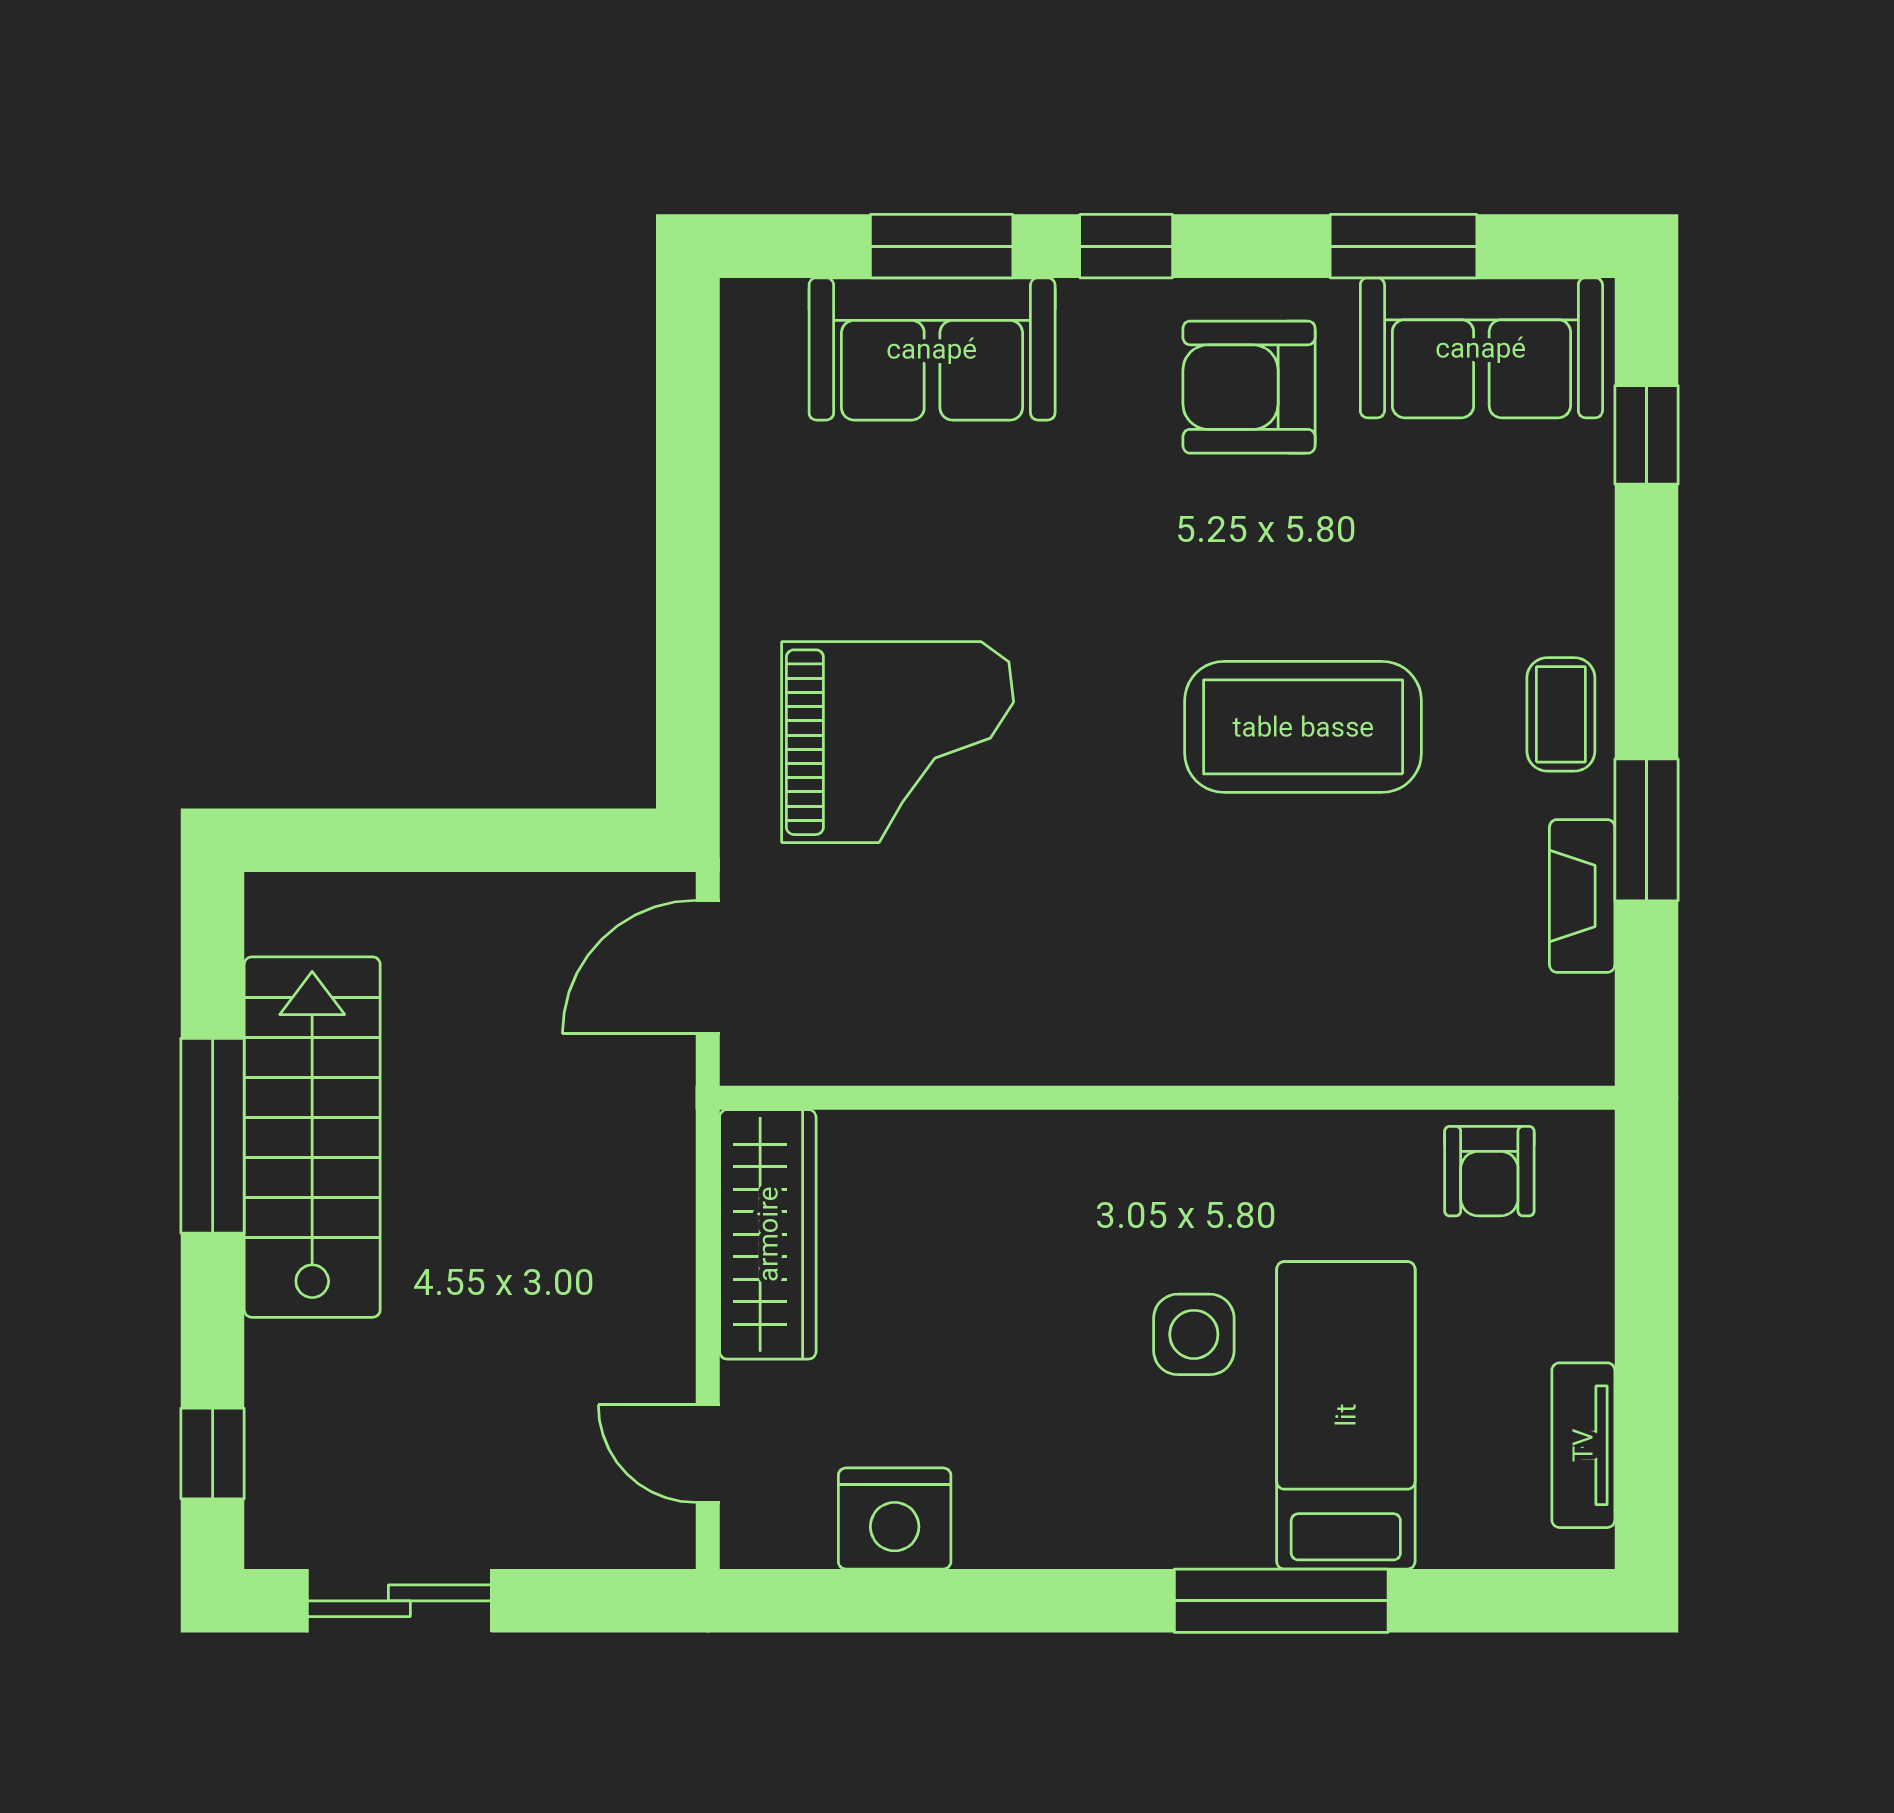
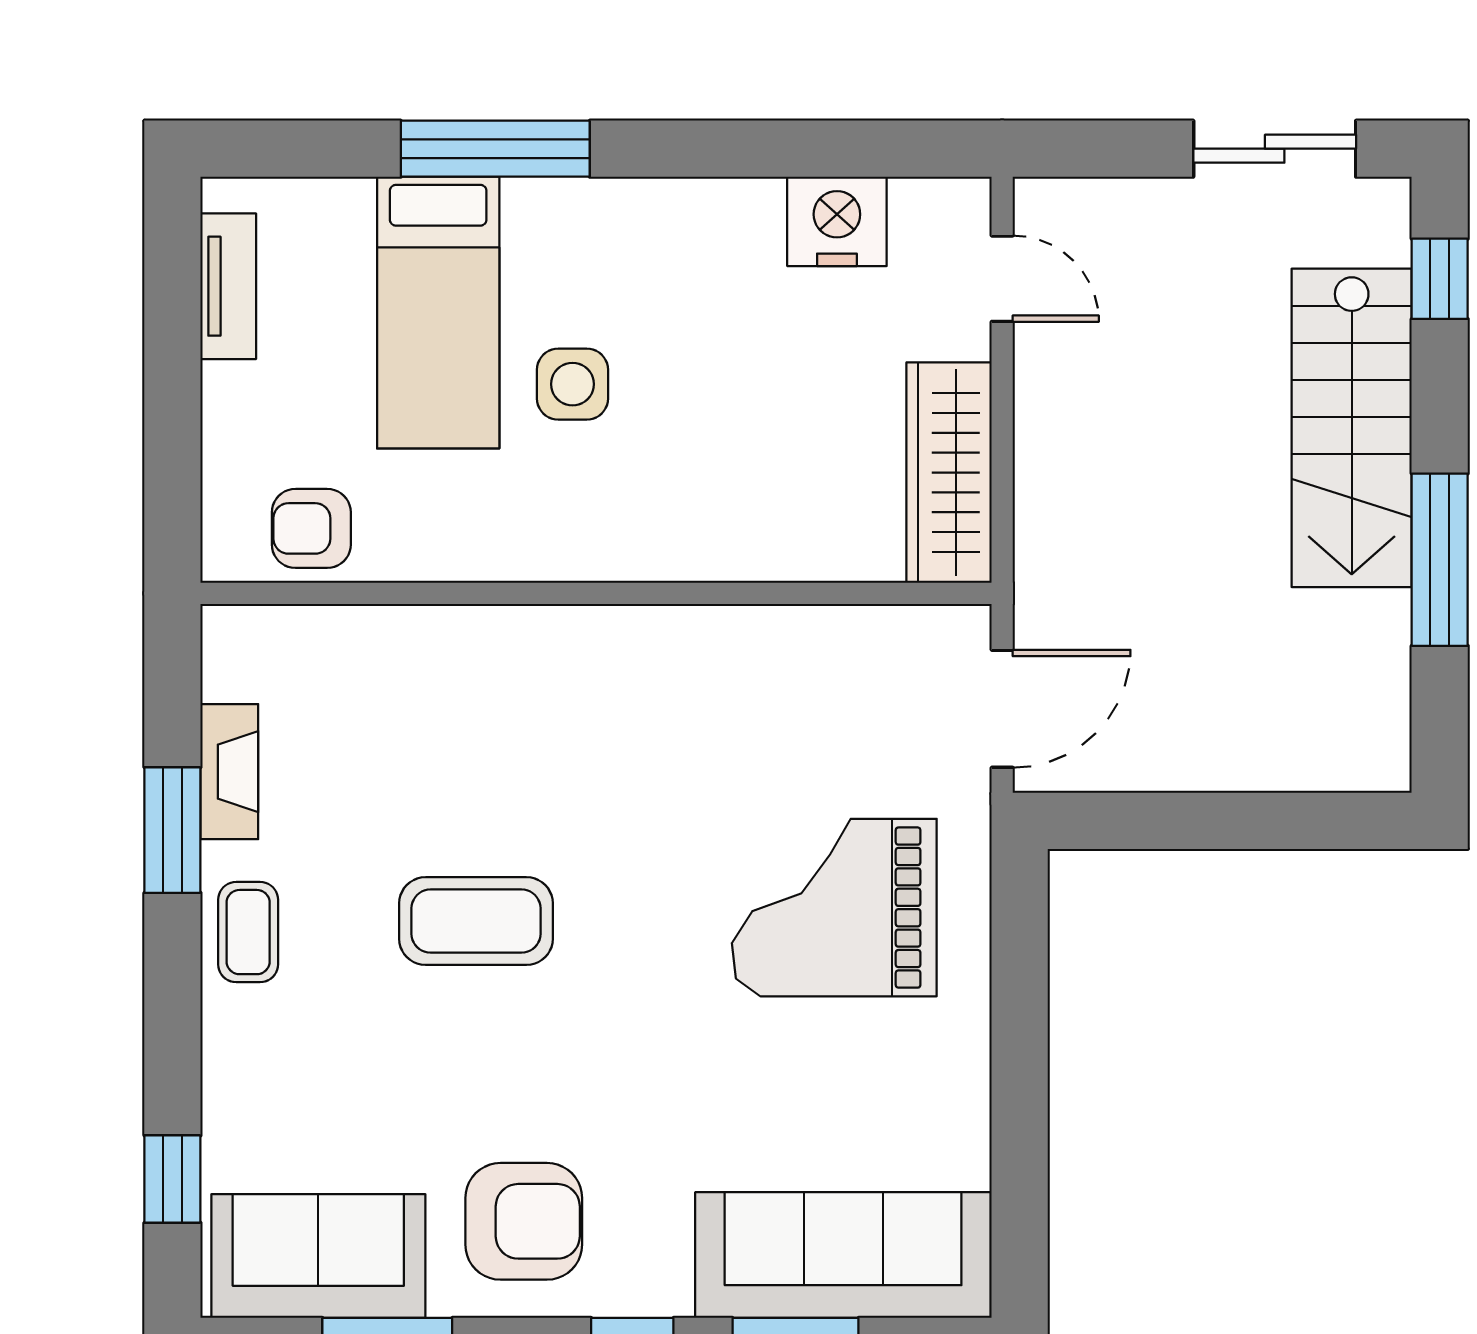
sofa: (932, 349) -> (843, 1255), width x1.36
coffee table: (1303, 727) -> (476, 921), width x0.73, depth x0.76
stairs: (312, 1137) -> (1352, 428), moved
armchair: (1489, 1171) -> (311, 528), turned -90

